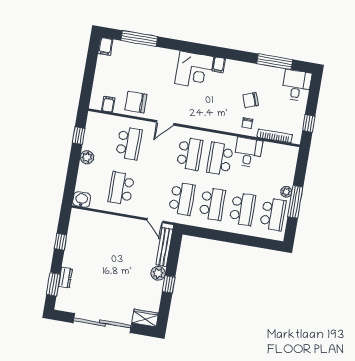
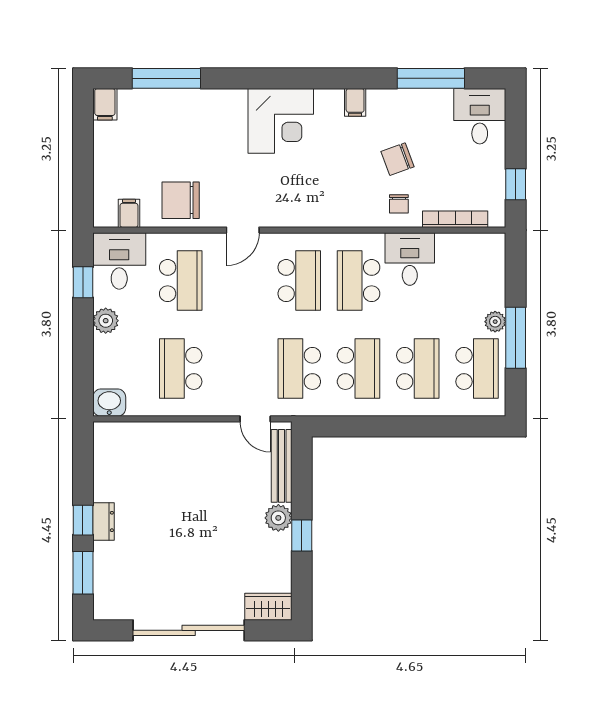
filing cabinet: (219, 65) -> (355, 102), moved
desk: (99, 128) -> (119, 261), added
school desk: (182, 199) -> (299, 368), turned 180
window: (61, 242) -> (83, 520), moved
dresser: (65, 278) -> (104, 521), moved

